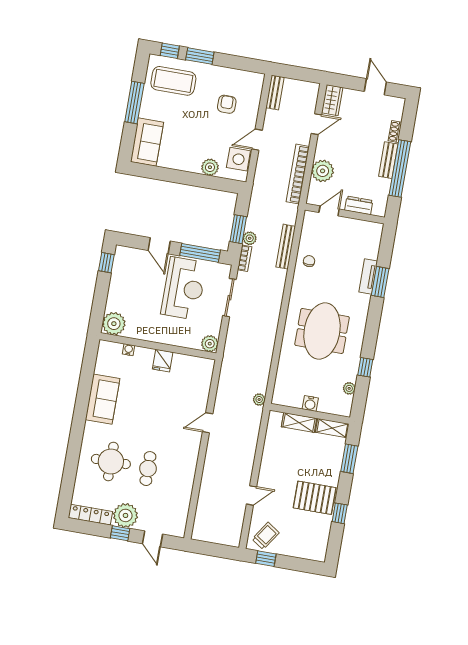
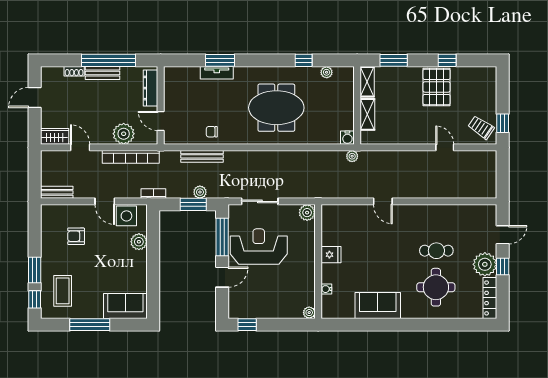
coffee table: (173, 81) -> (63, 291), width x0.73, depth x0.76
dresser: (359, 205) -> (151, 88), width x1.44
bookcase: (245, 258) -> (153, 194), moved
plant: (114, 324) -> (309, 313), width x0.53, depth x0.53
water cooler: (310, 403) -> (347, 138), moved, turned 90

